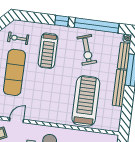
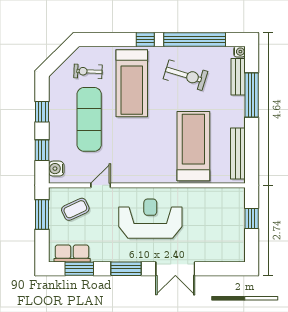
exercise bike: (87, 50) -> (185, 75), turned -55
treadmill: (48, 51) -> (132, 83), width x1.37, depth x1.38
bench: (120, 88) -> (238, 153), moved

